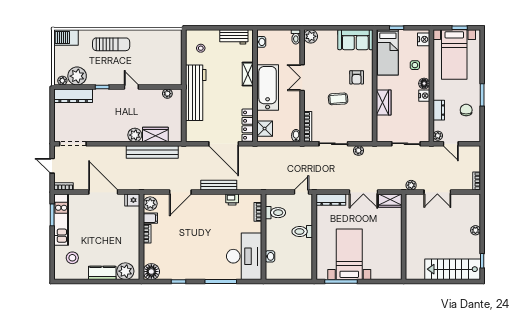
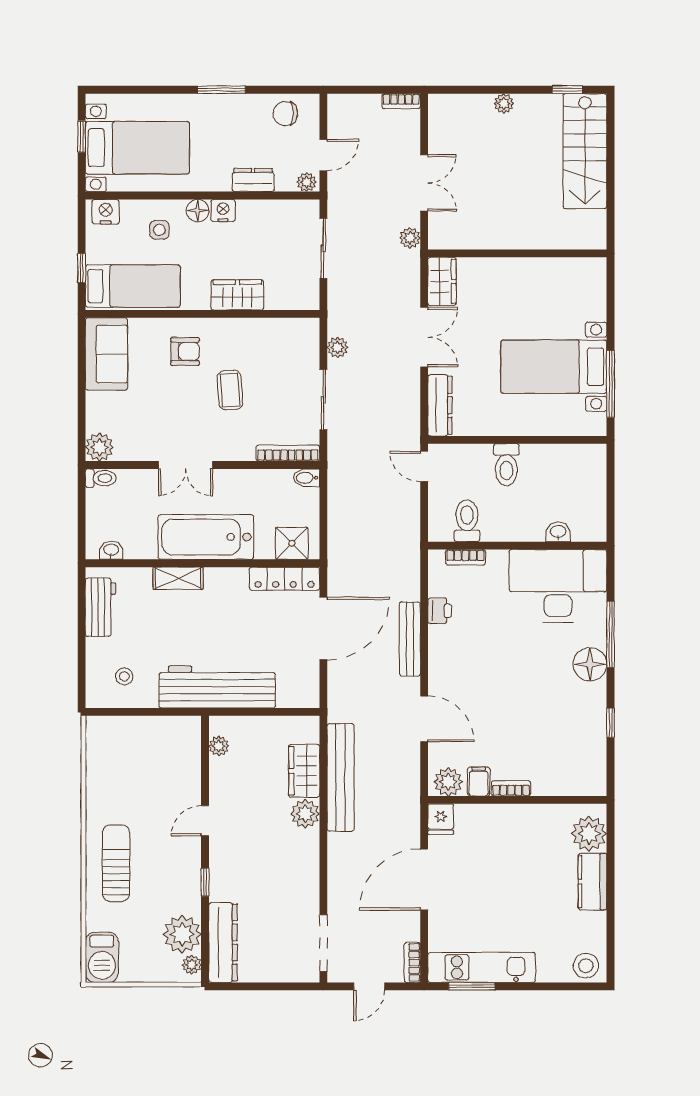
chair: (466, 110) -> (285, 114), moved
stool: (72, 258) -> (586, 966), moved
floor lamp: (151, 272) -> (590, 664), moved

